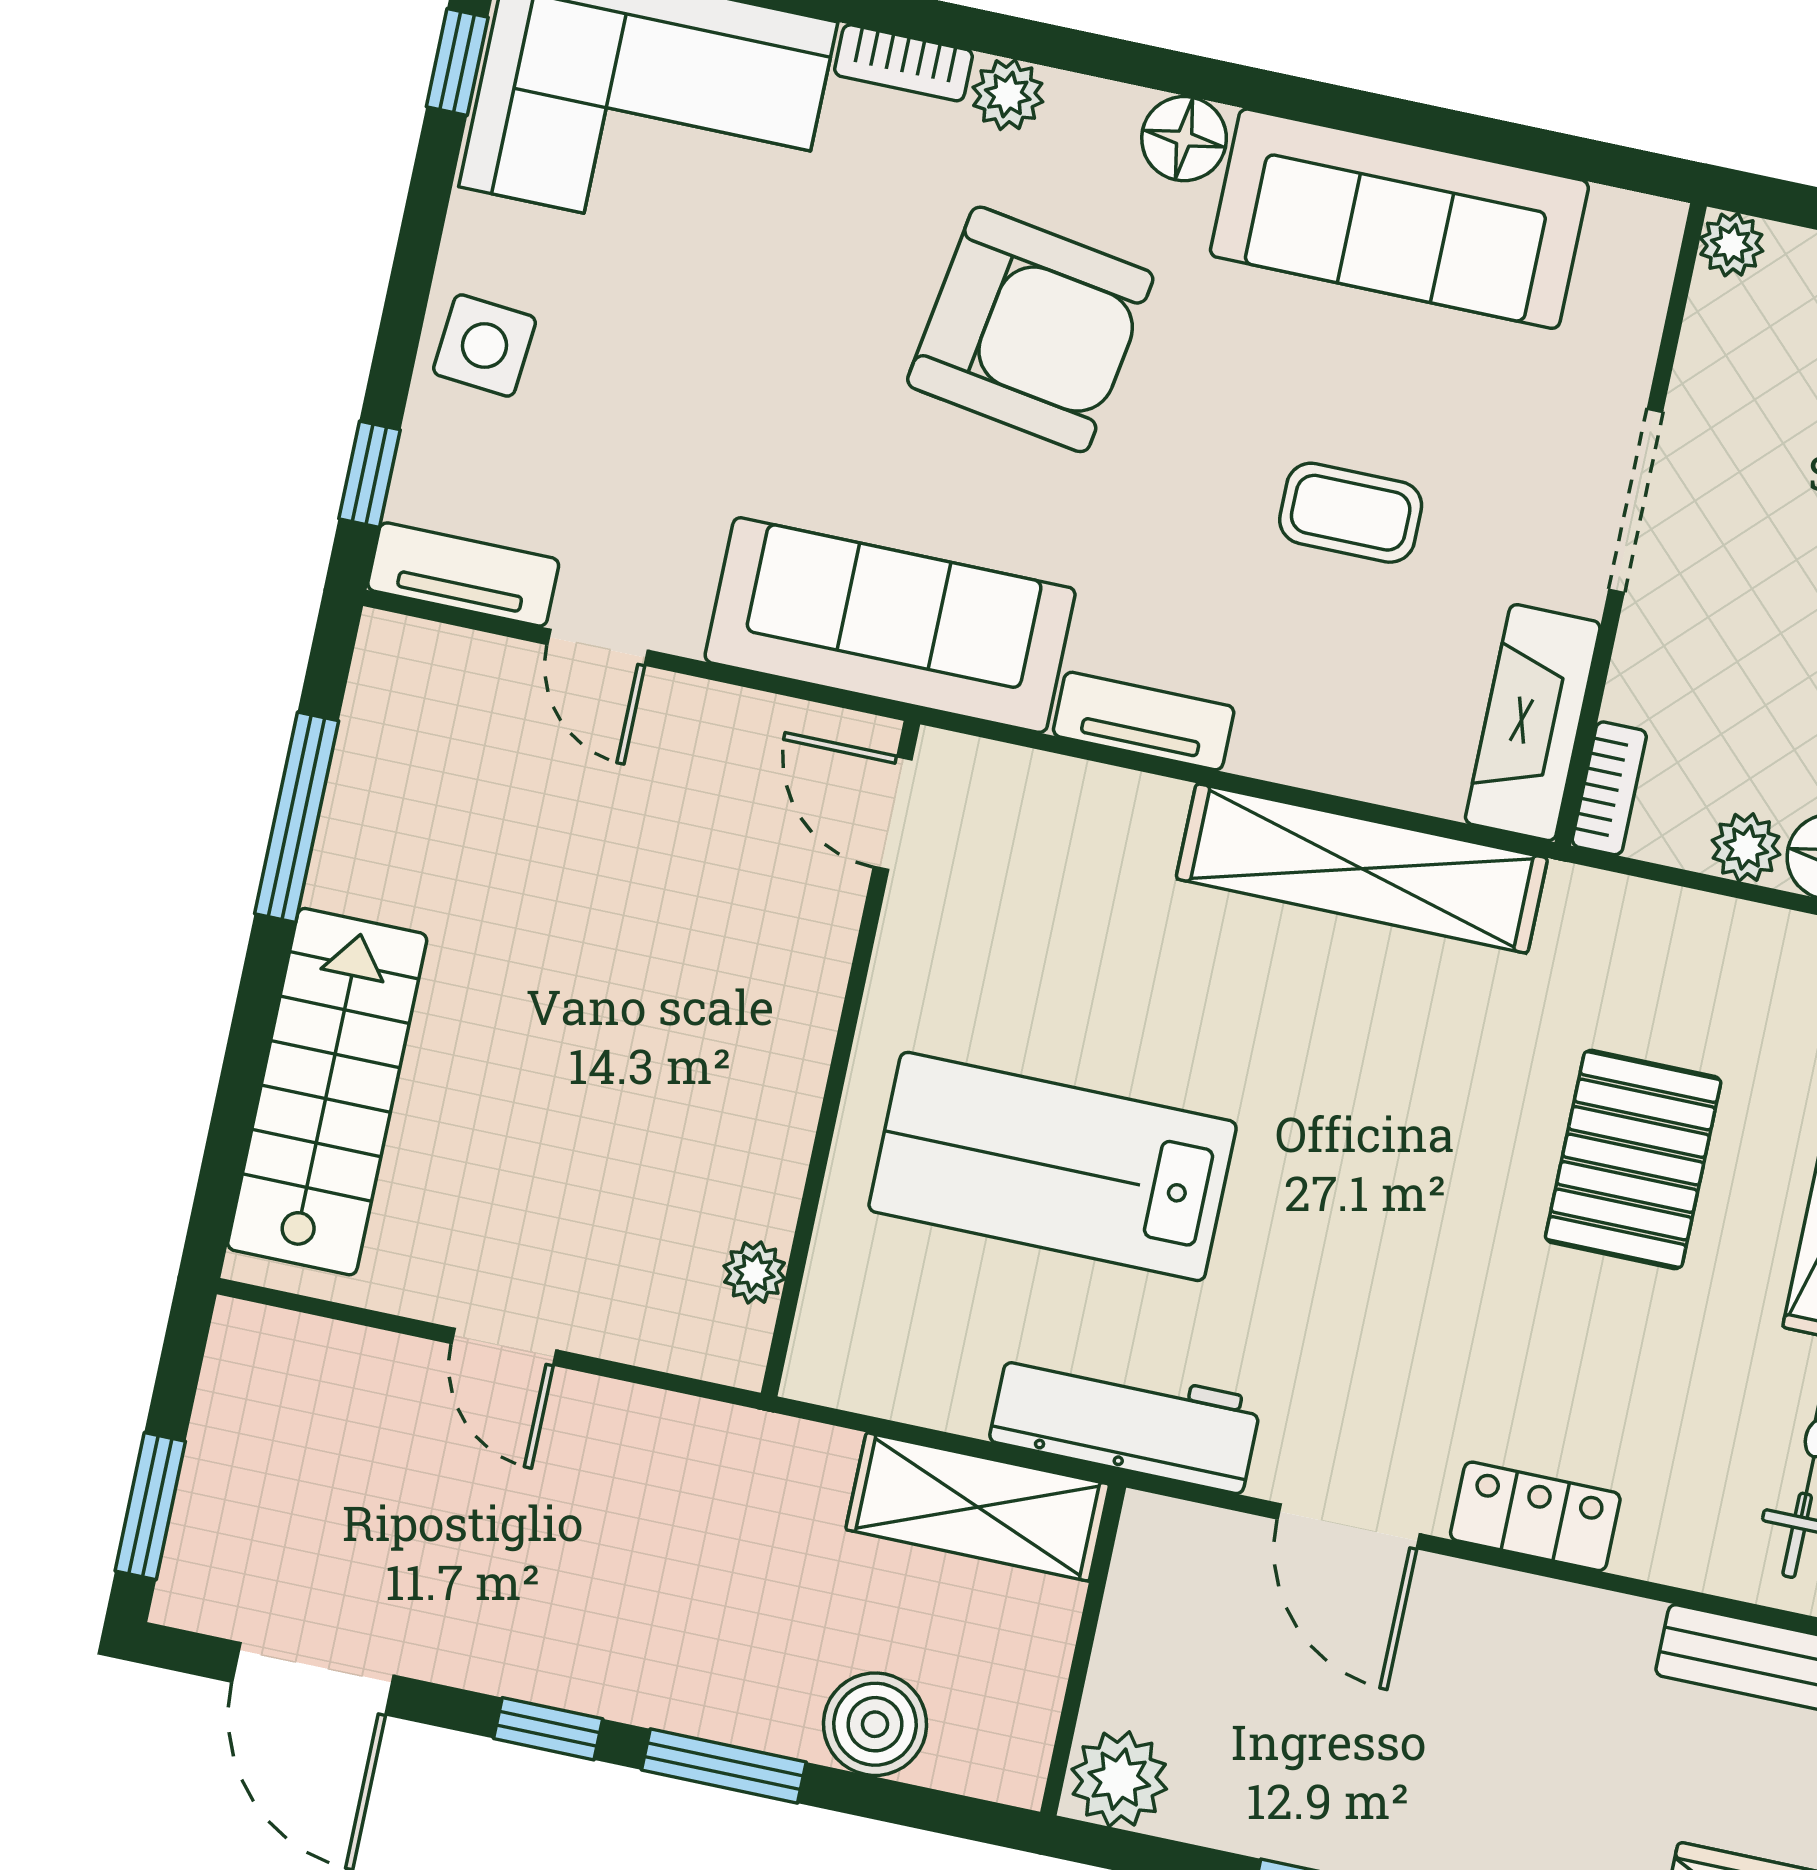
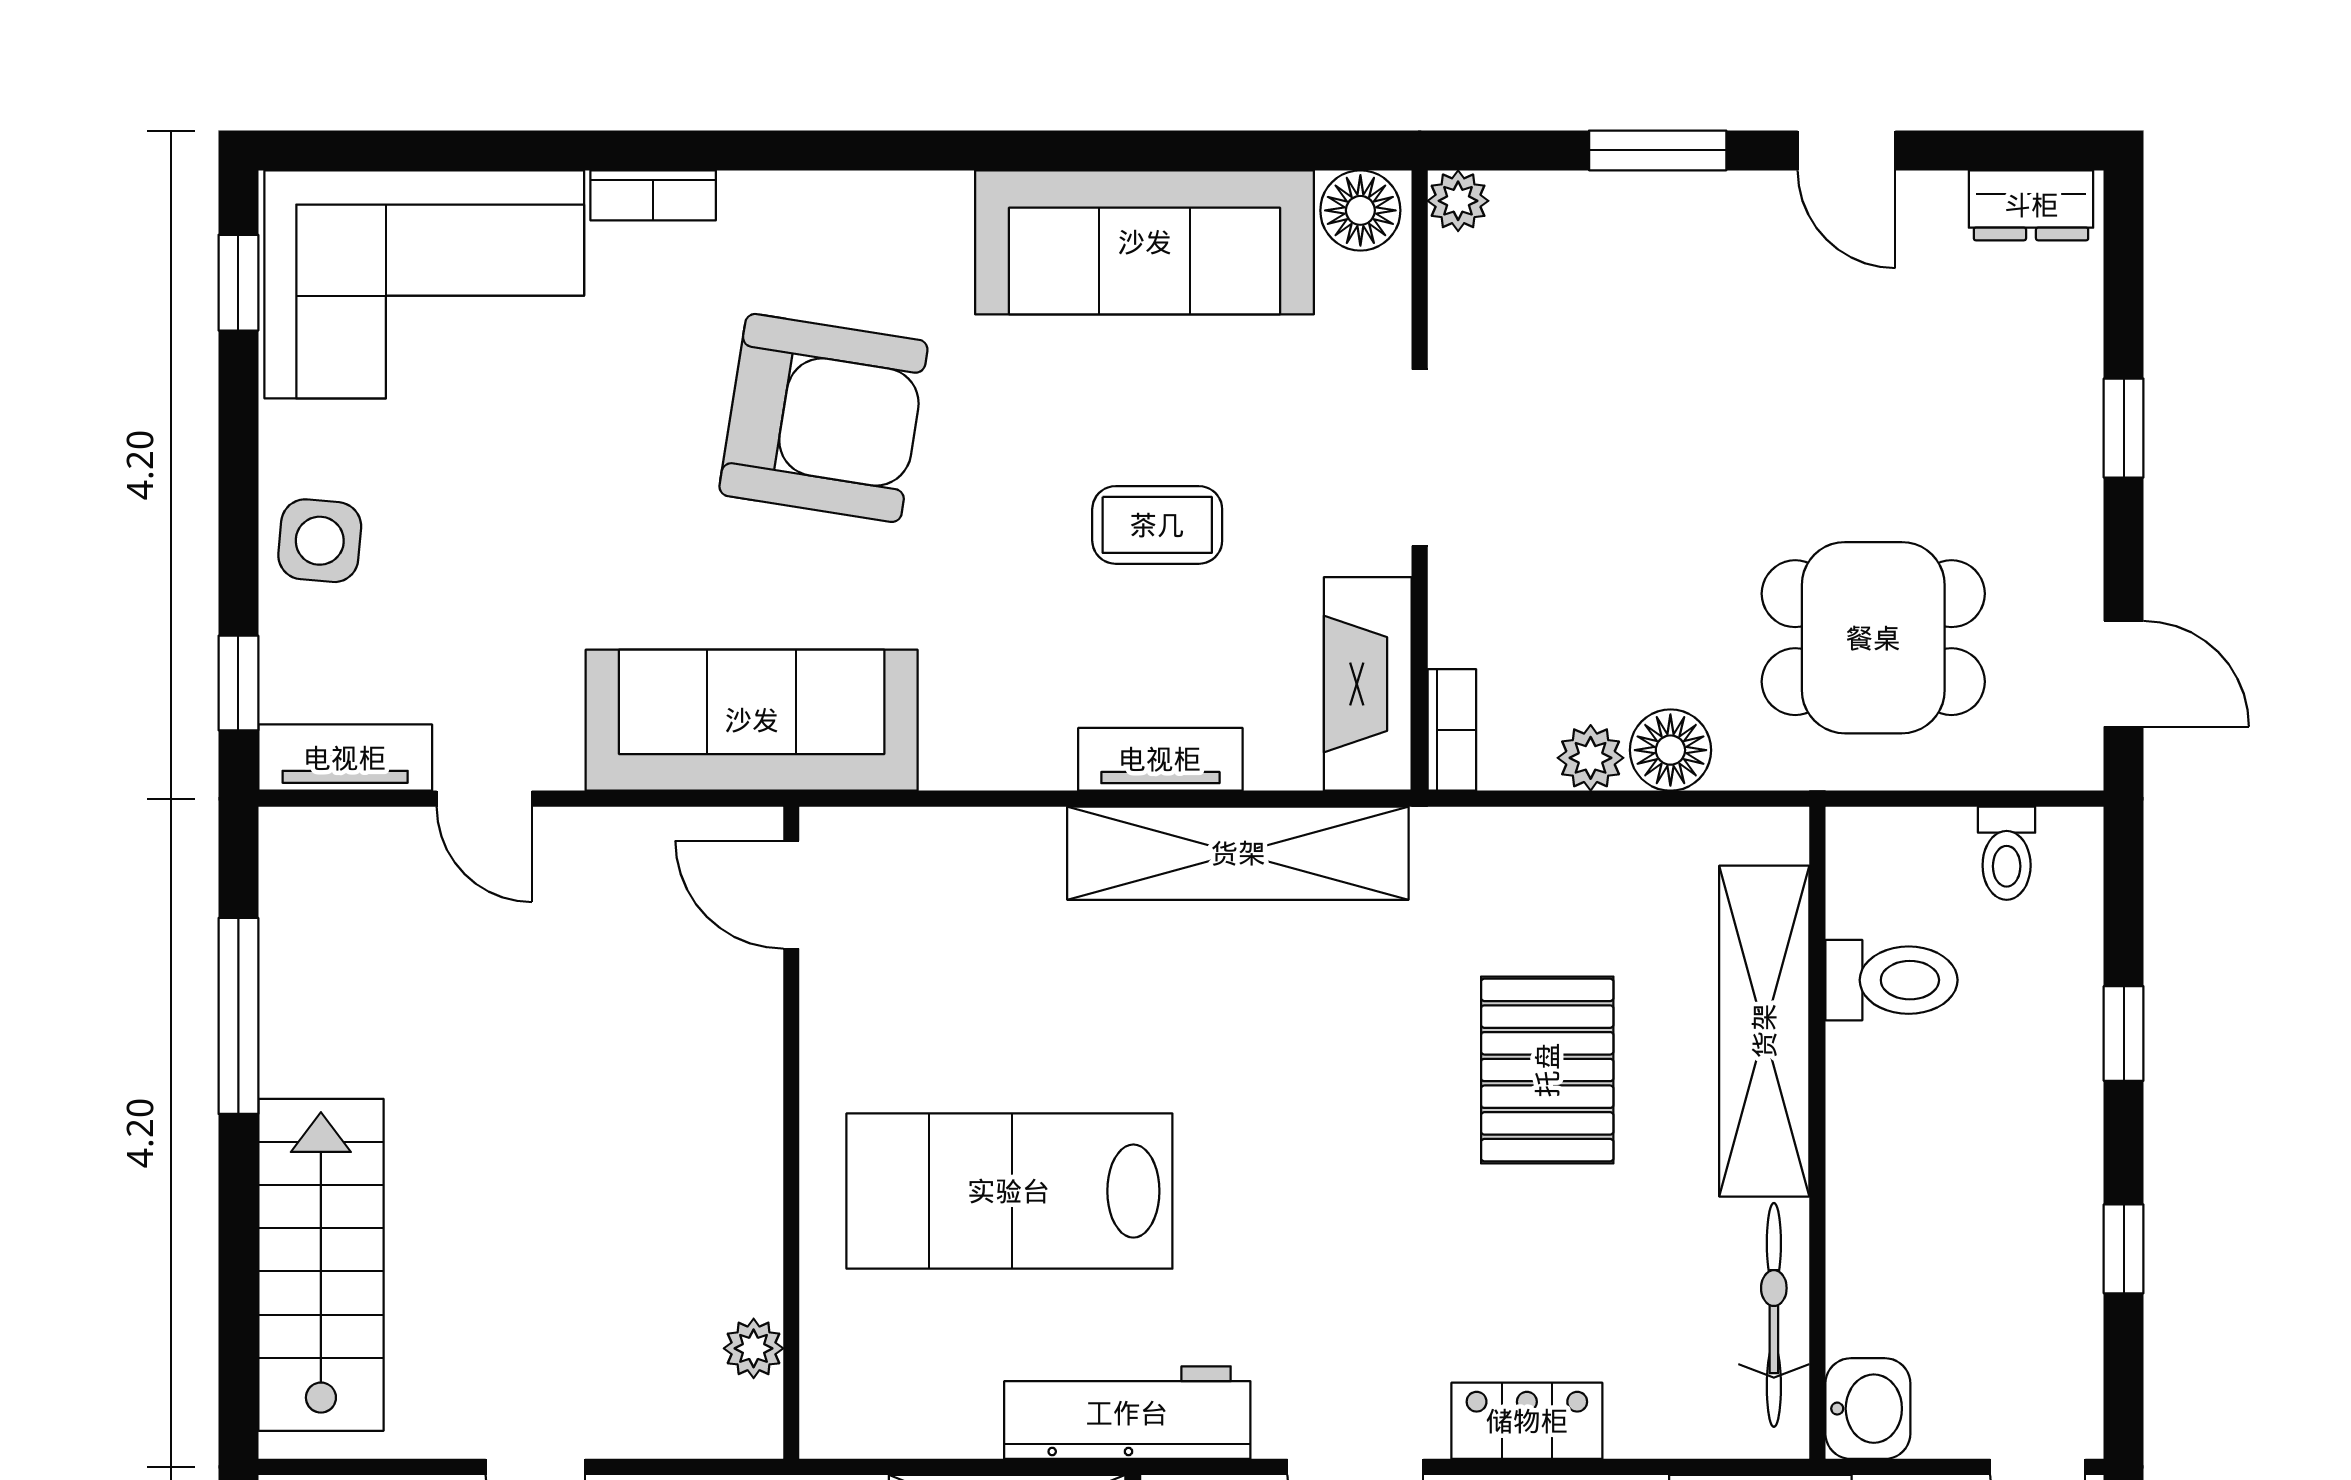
plant: (1008, 95) -> (756, 204), removed
floor lamp: (1184, 139) -> (1360, 210), moved
tv unit: (1144, 721) -> (1160, 759), moved

